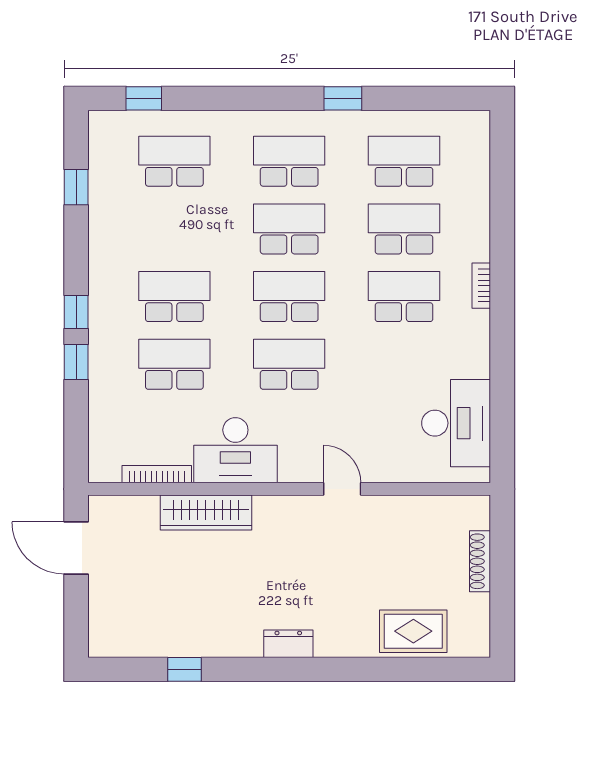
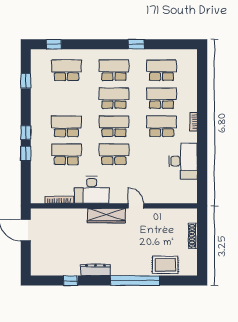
desk: (456, 423) -> (183, 161), moved
wardrobe: (206, 512) -> (106, 216), moved
dresser: (288, 644) -> (96, 270), moved, width x1.44
window: (340, 669) -> (135, 281), added

